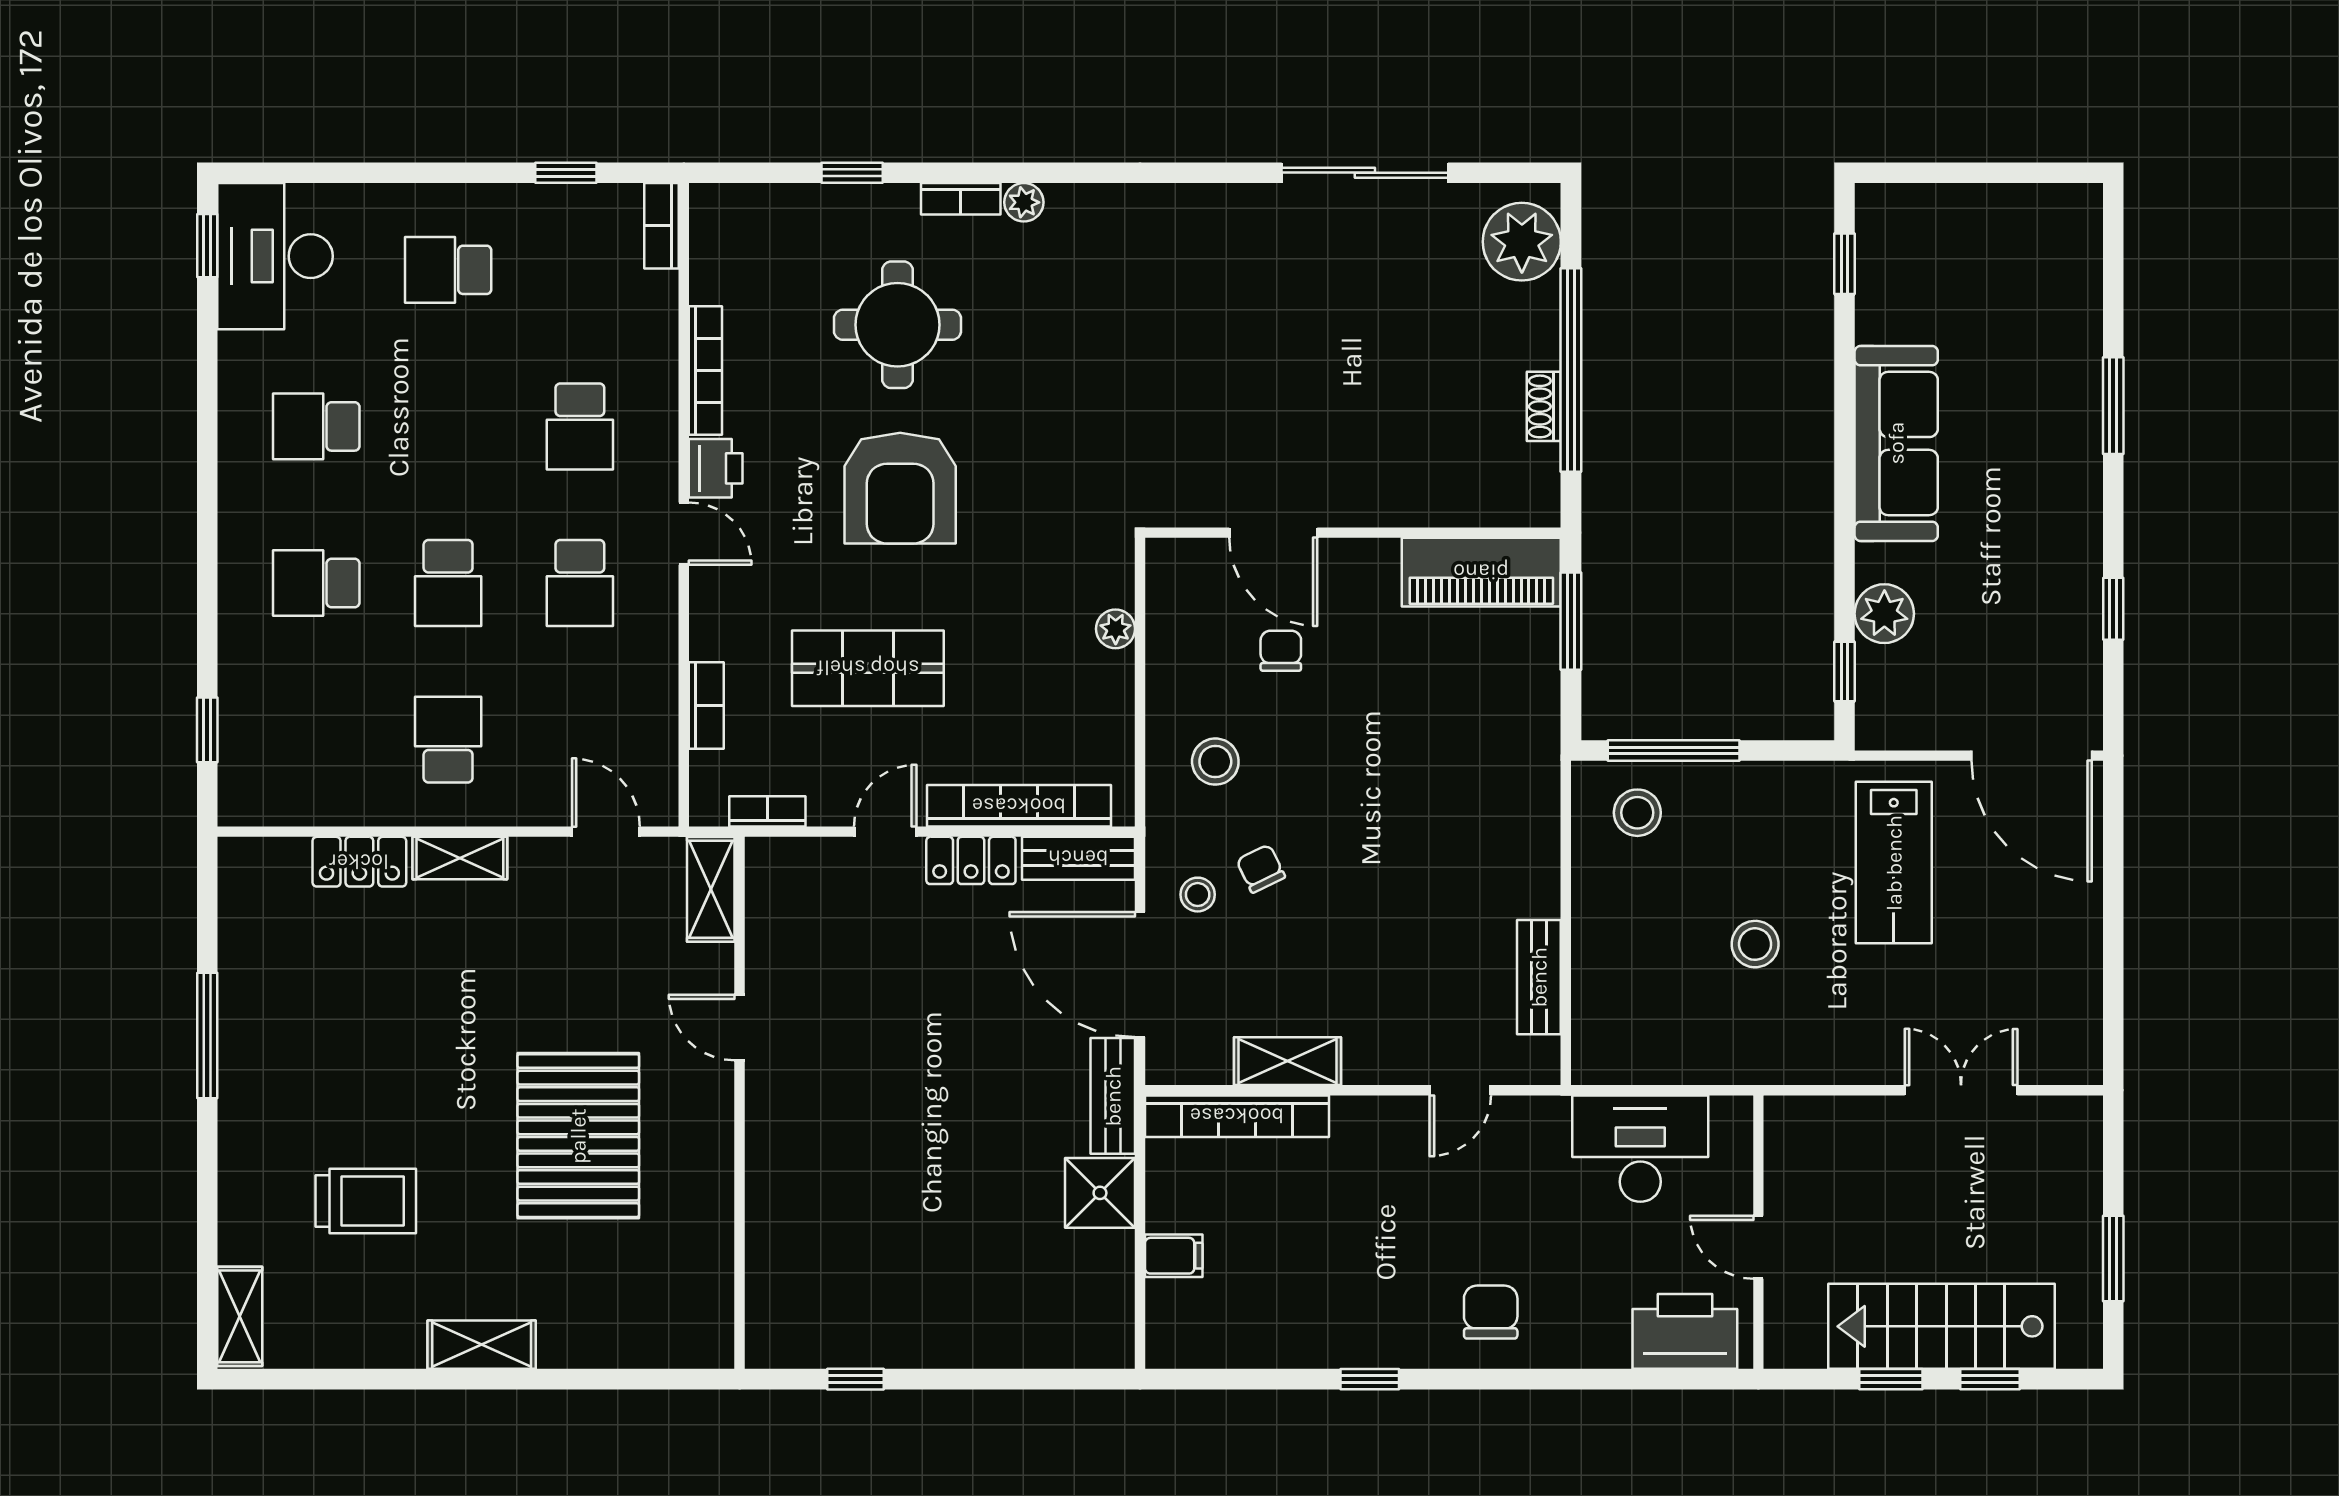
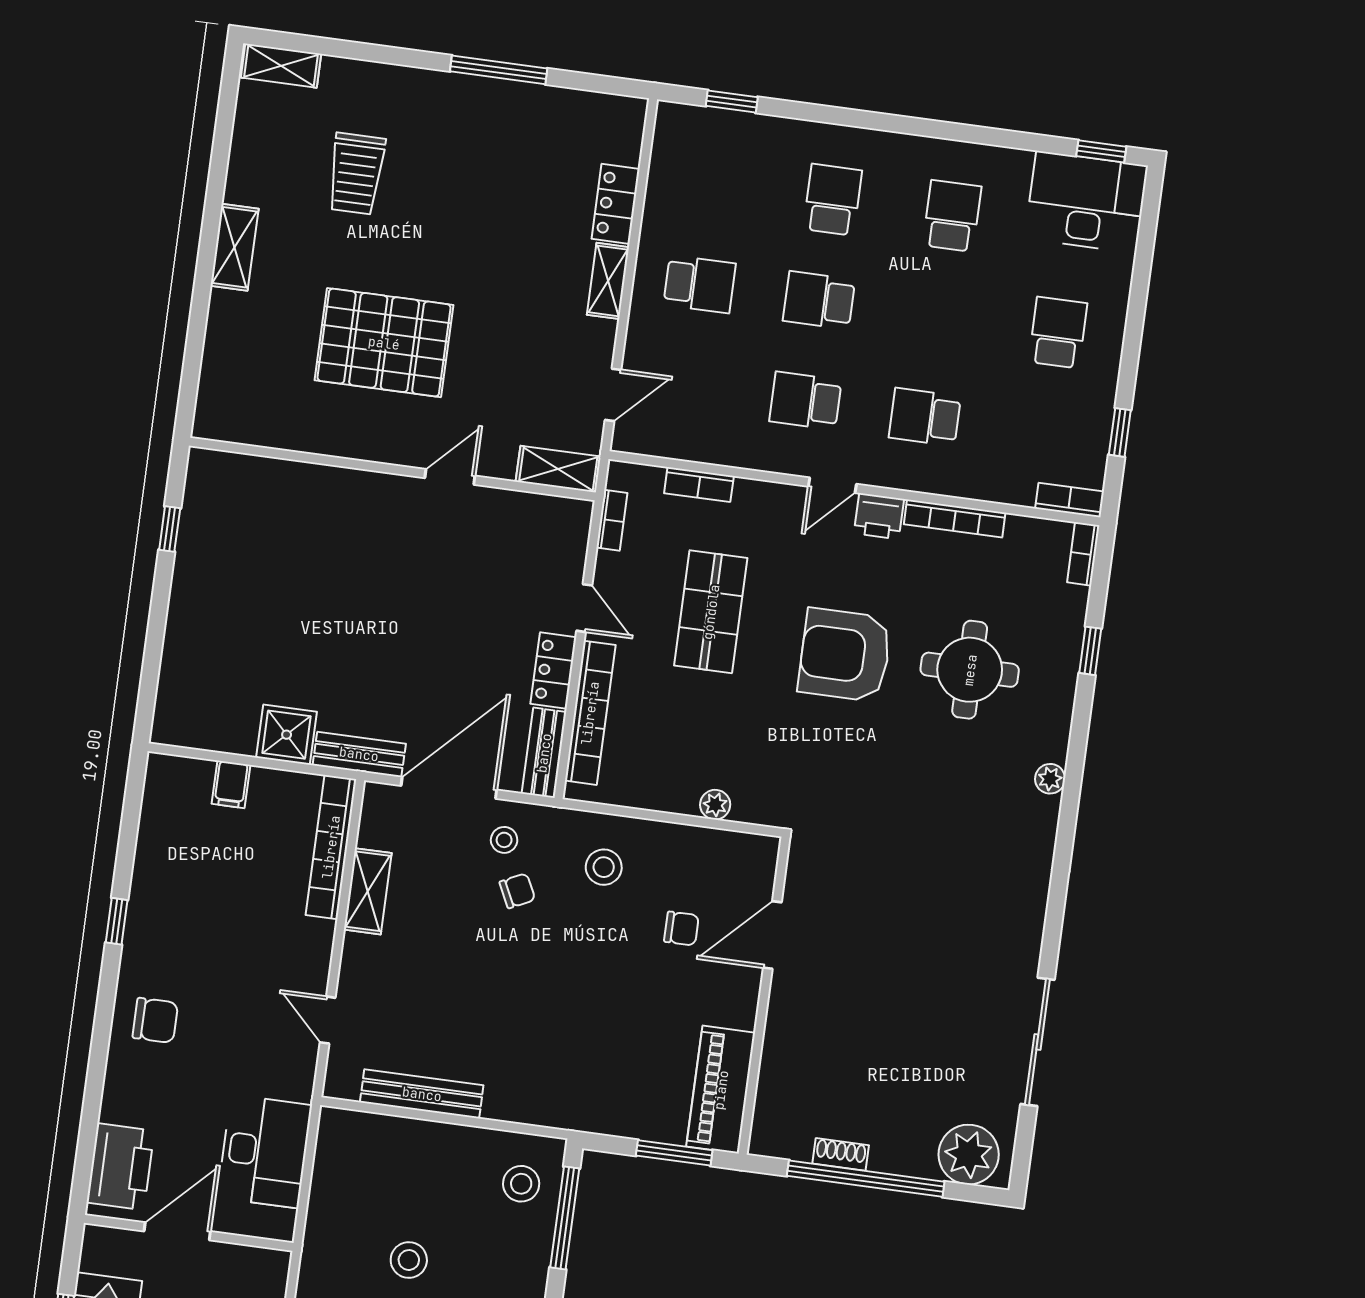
bookcase: (961, 199) -> (1083, 554), moved
bench: (1539, 977) -> (422, 1094), width x1.36
door: (1758, 1247) -> (177, 1231), width x1.37

